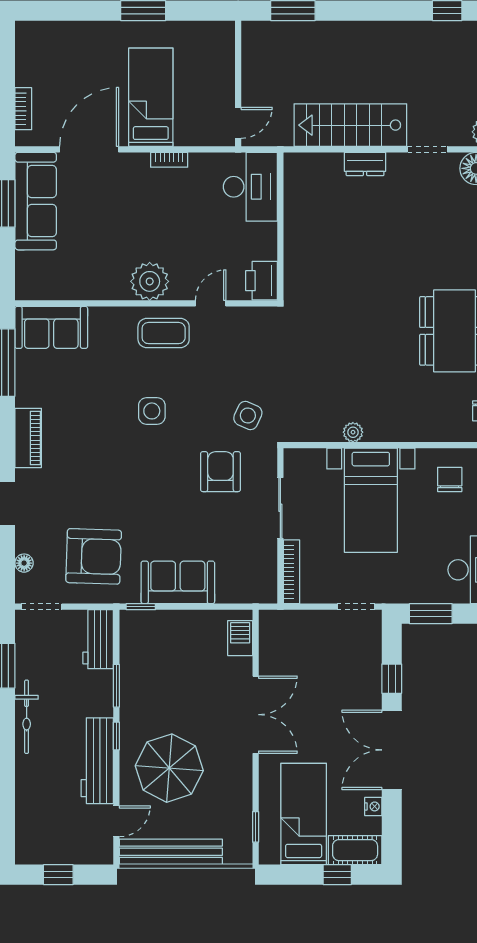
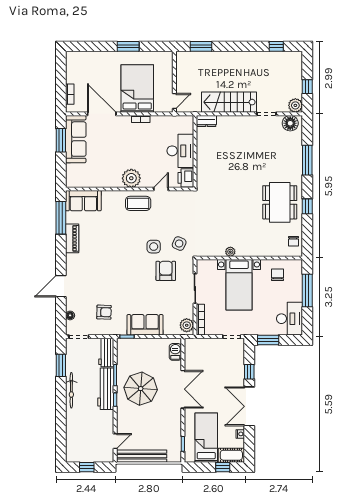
bed: (151, 97) -> (137, 89), width x1.50
door: (89, 149) -> (102, 114), hinge flipped
dresser: (365, 164) -> (206, 121), moved
desk: (250, 187) -> (180, 151), moved
side table: (152, 411) -> (154, 247), moved
piano: (28, 438) -> (72, 238), moved
armchair: (94, 556) -> (104, 312), width x0.53, depth x0.53
plant: (263, 583) -> (187, 325), added
workbench: (97, 761) -> (106, 389), moved
parasol: (169, 768) -> (141, 389), moved

